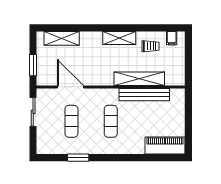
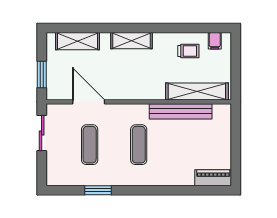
shelving: (119, 38) -> (131, 41), moved
shelving: (139, 79) -> (197, 92), moved
piano: (165, 146) -> (213, 178), width x0.73, depth x0.75

